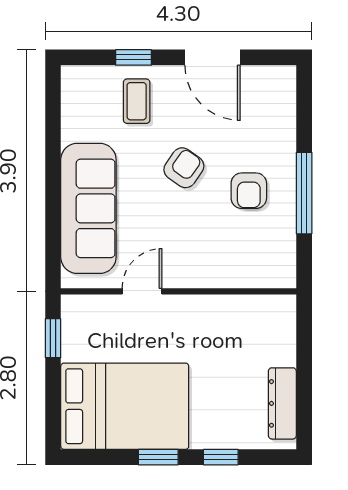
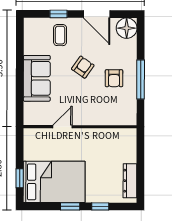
floor lamp: (275, 87) -> (127, 28), added
sofa: (88, 208) -> (37, 78), width x0.73
window: (53, 338) -> (20, 178), moved

